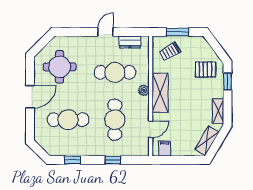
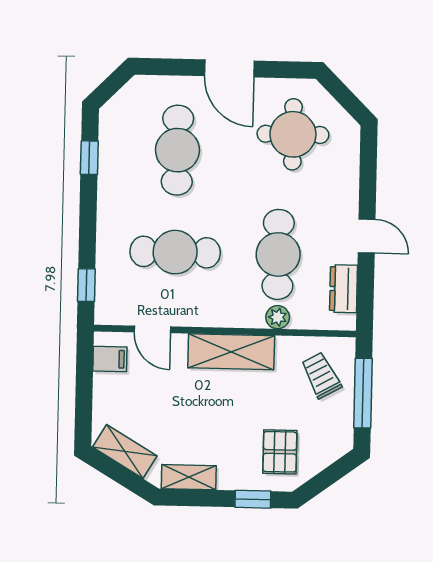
window: (178, 32) -> (363, 393), width x1.44
plant: (144, 90) -> (278, 317), moved
window: (113, 160) -> (86, 285), moved

